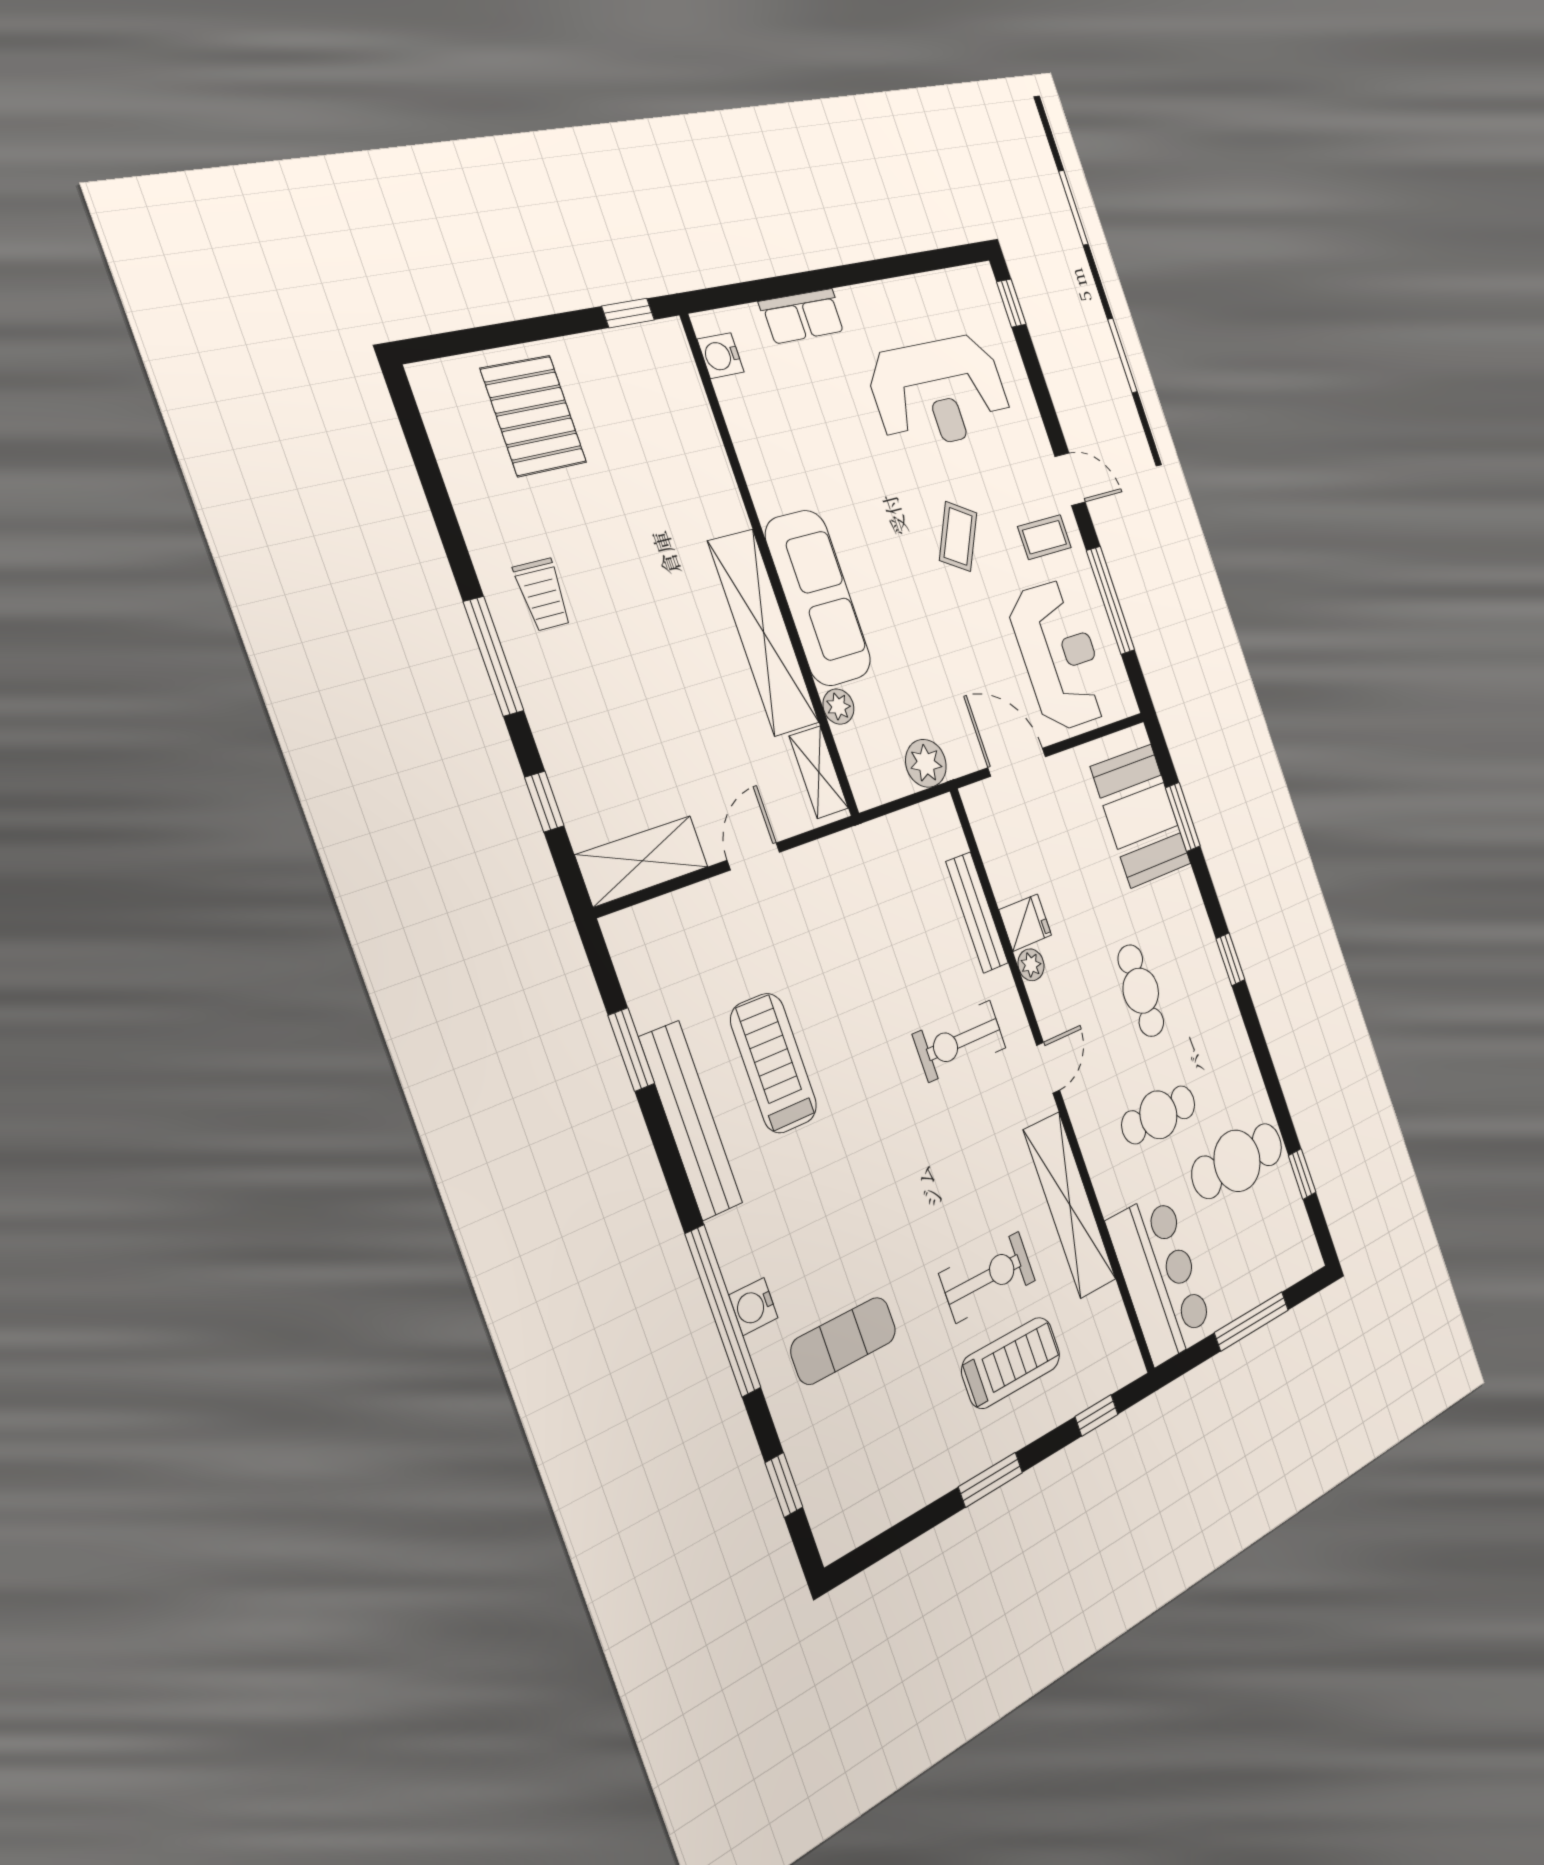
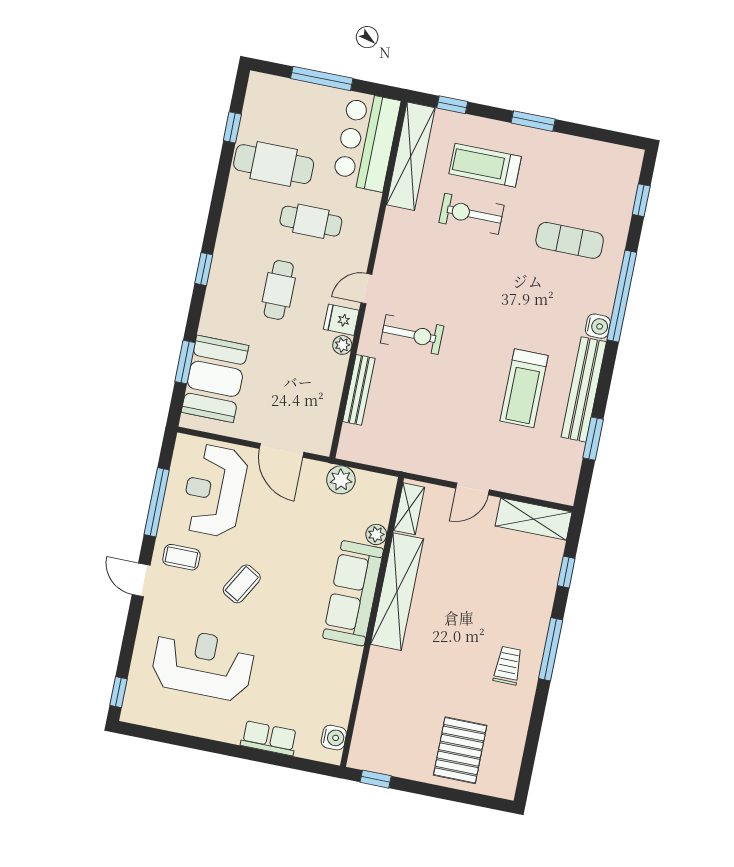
fridge: (1025, 922) -> (341, 320), moved
shelving: (1070, 1205) -> (411, 156), moved
water cooler: (753, 1306) -> (598, 326), moved

